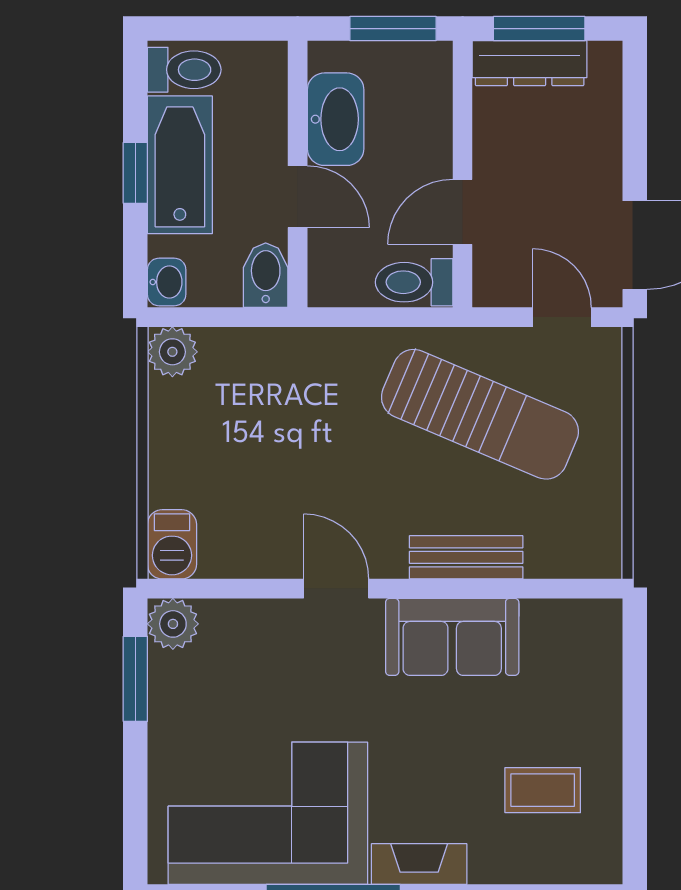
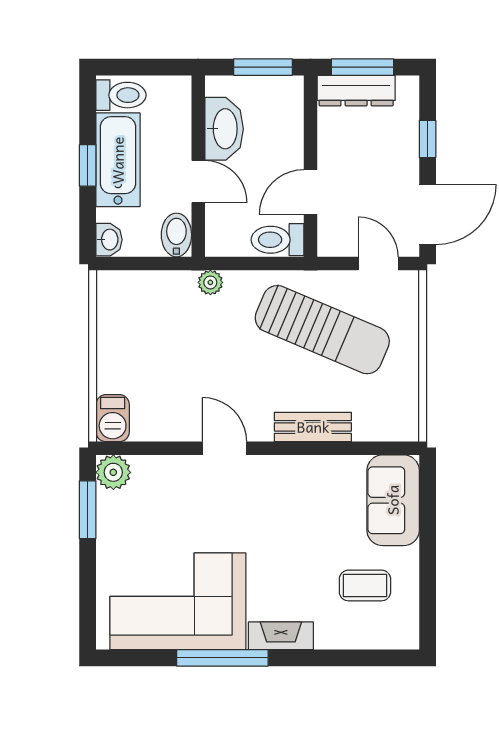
window: (635, 134) -> (428, 139), added
plant: (172, 352) -> (210, 282), moved, width x0.73, depth x0.73
sofa: (452, 637) -> (393, 500), moved, turned 90

